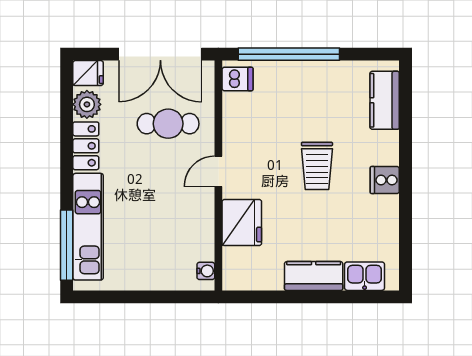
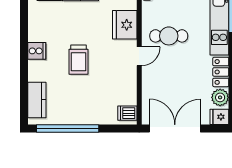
window: (289, 54) -> (68, 128), moved
cafe table: (168, 124) -> (169, 36), moved
trolley: (317, 166) -> (78, 60), turned 180

